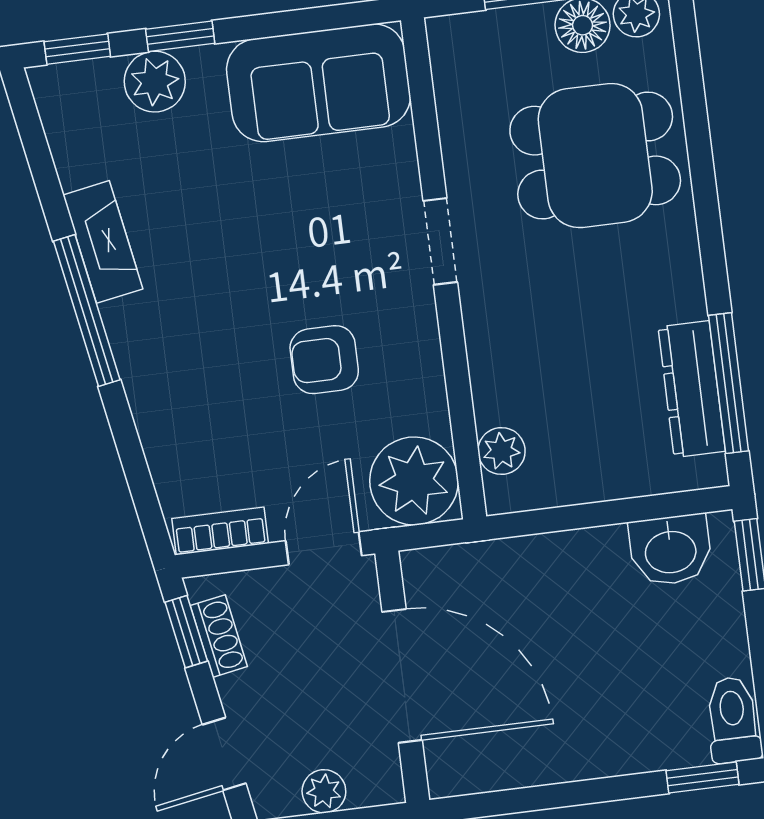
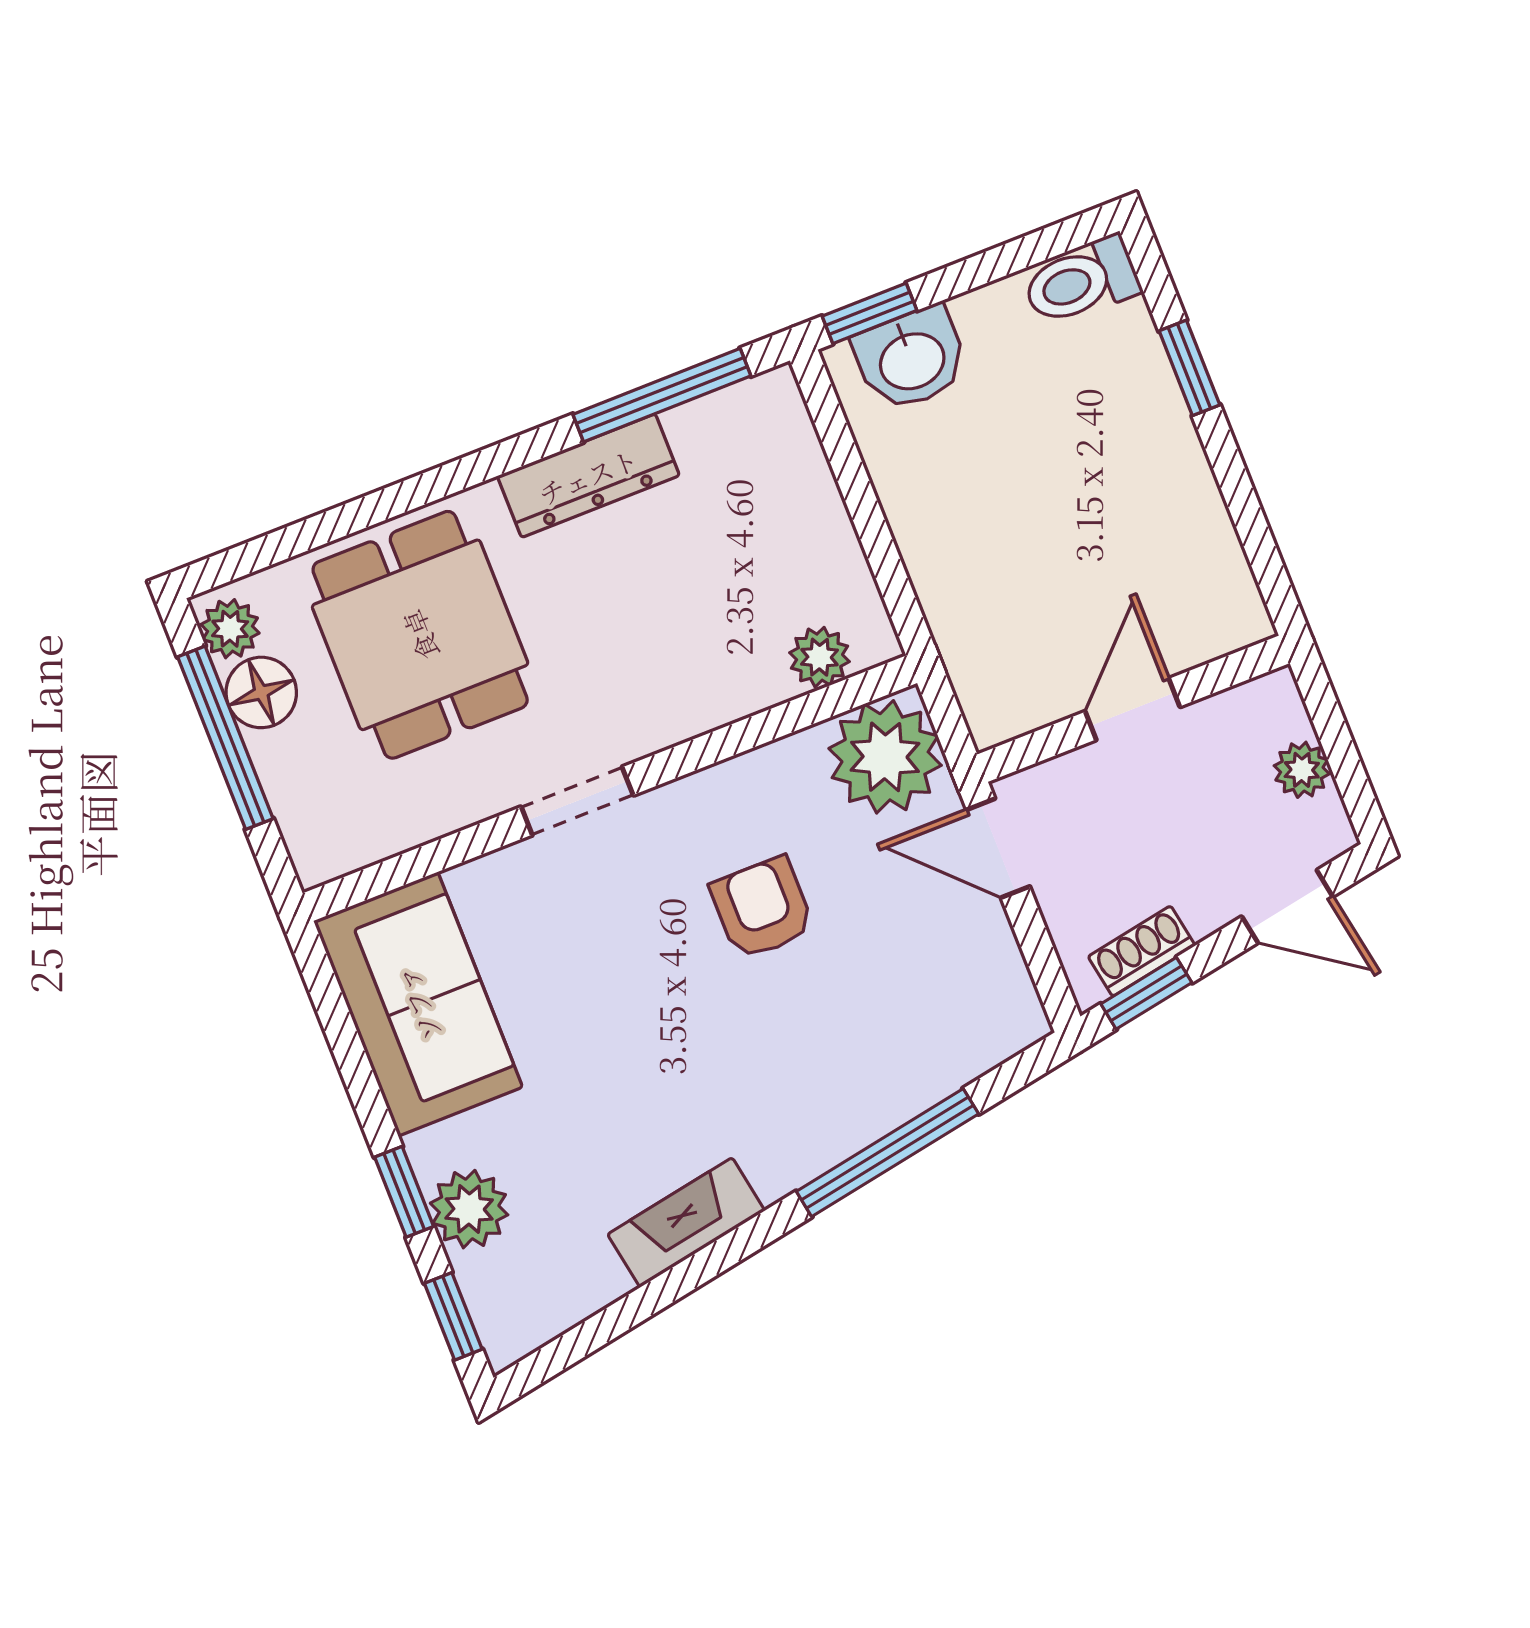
window: (87, 311) -> (887, 1153), moved
armchair: (324, 360) -> (762, 908), turned 180
dresser: (692, 389) -> (588, 476), moved
bookcase: (220, 531) -> (1010, 983), removed
washbasin: (670, 550) -> (911, 359), moved, turned 90
door: (402, 676) -> (1132, 709), width x0.53
window: (702, 778) -> (1189, 368), moved

